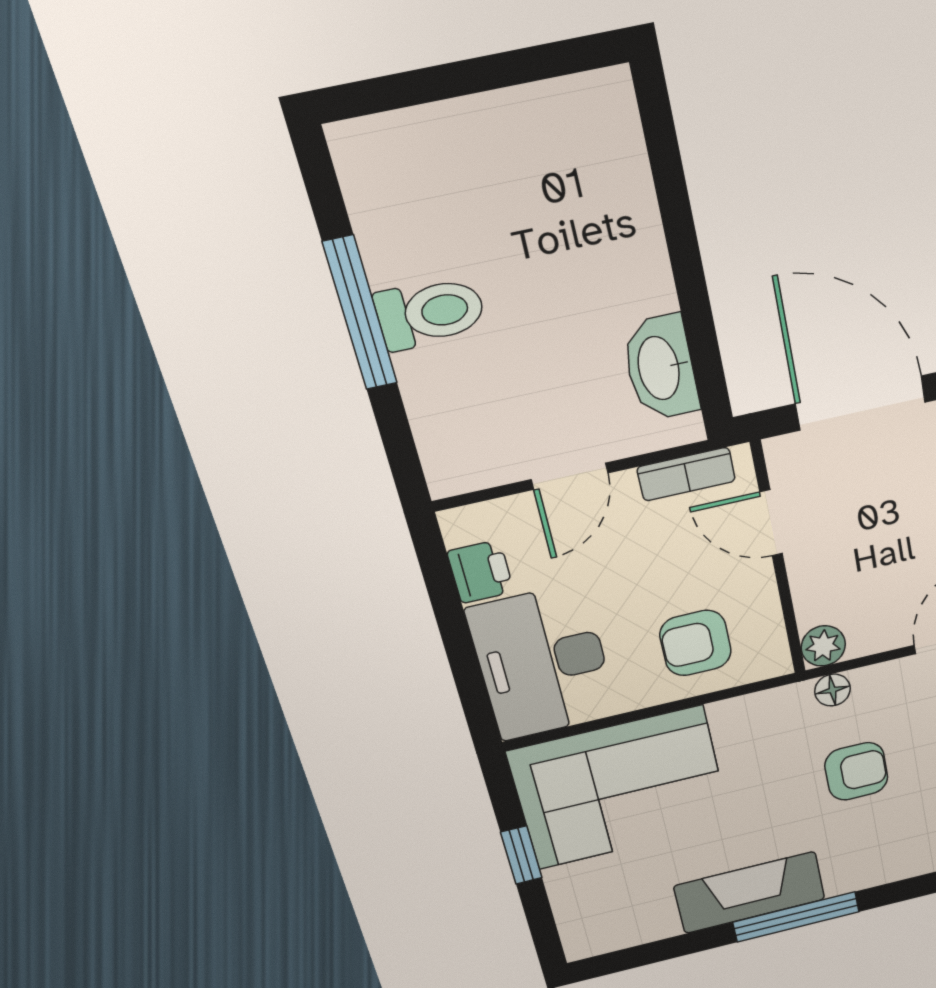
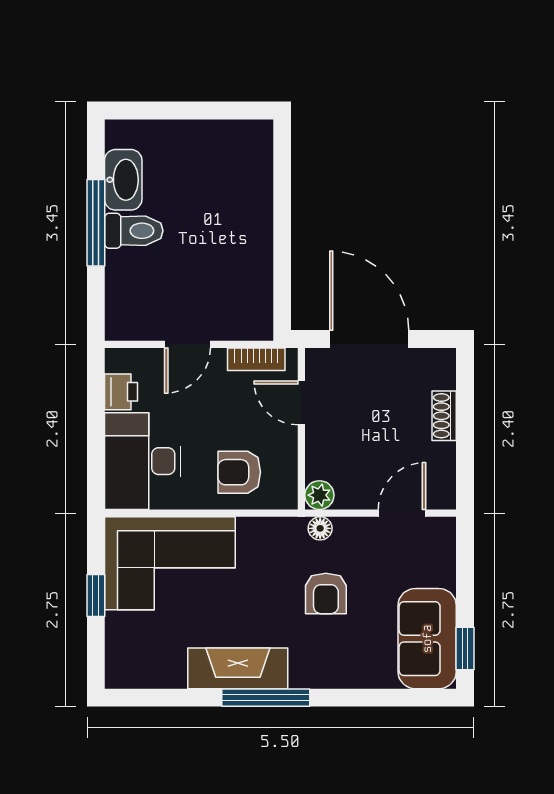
washbasin: (661, 368) -> (123, 180), moved, turned 180
armchair: (856, 771) -> (326, 593), turned 90

